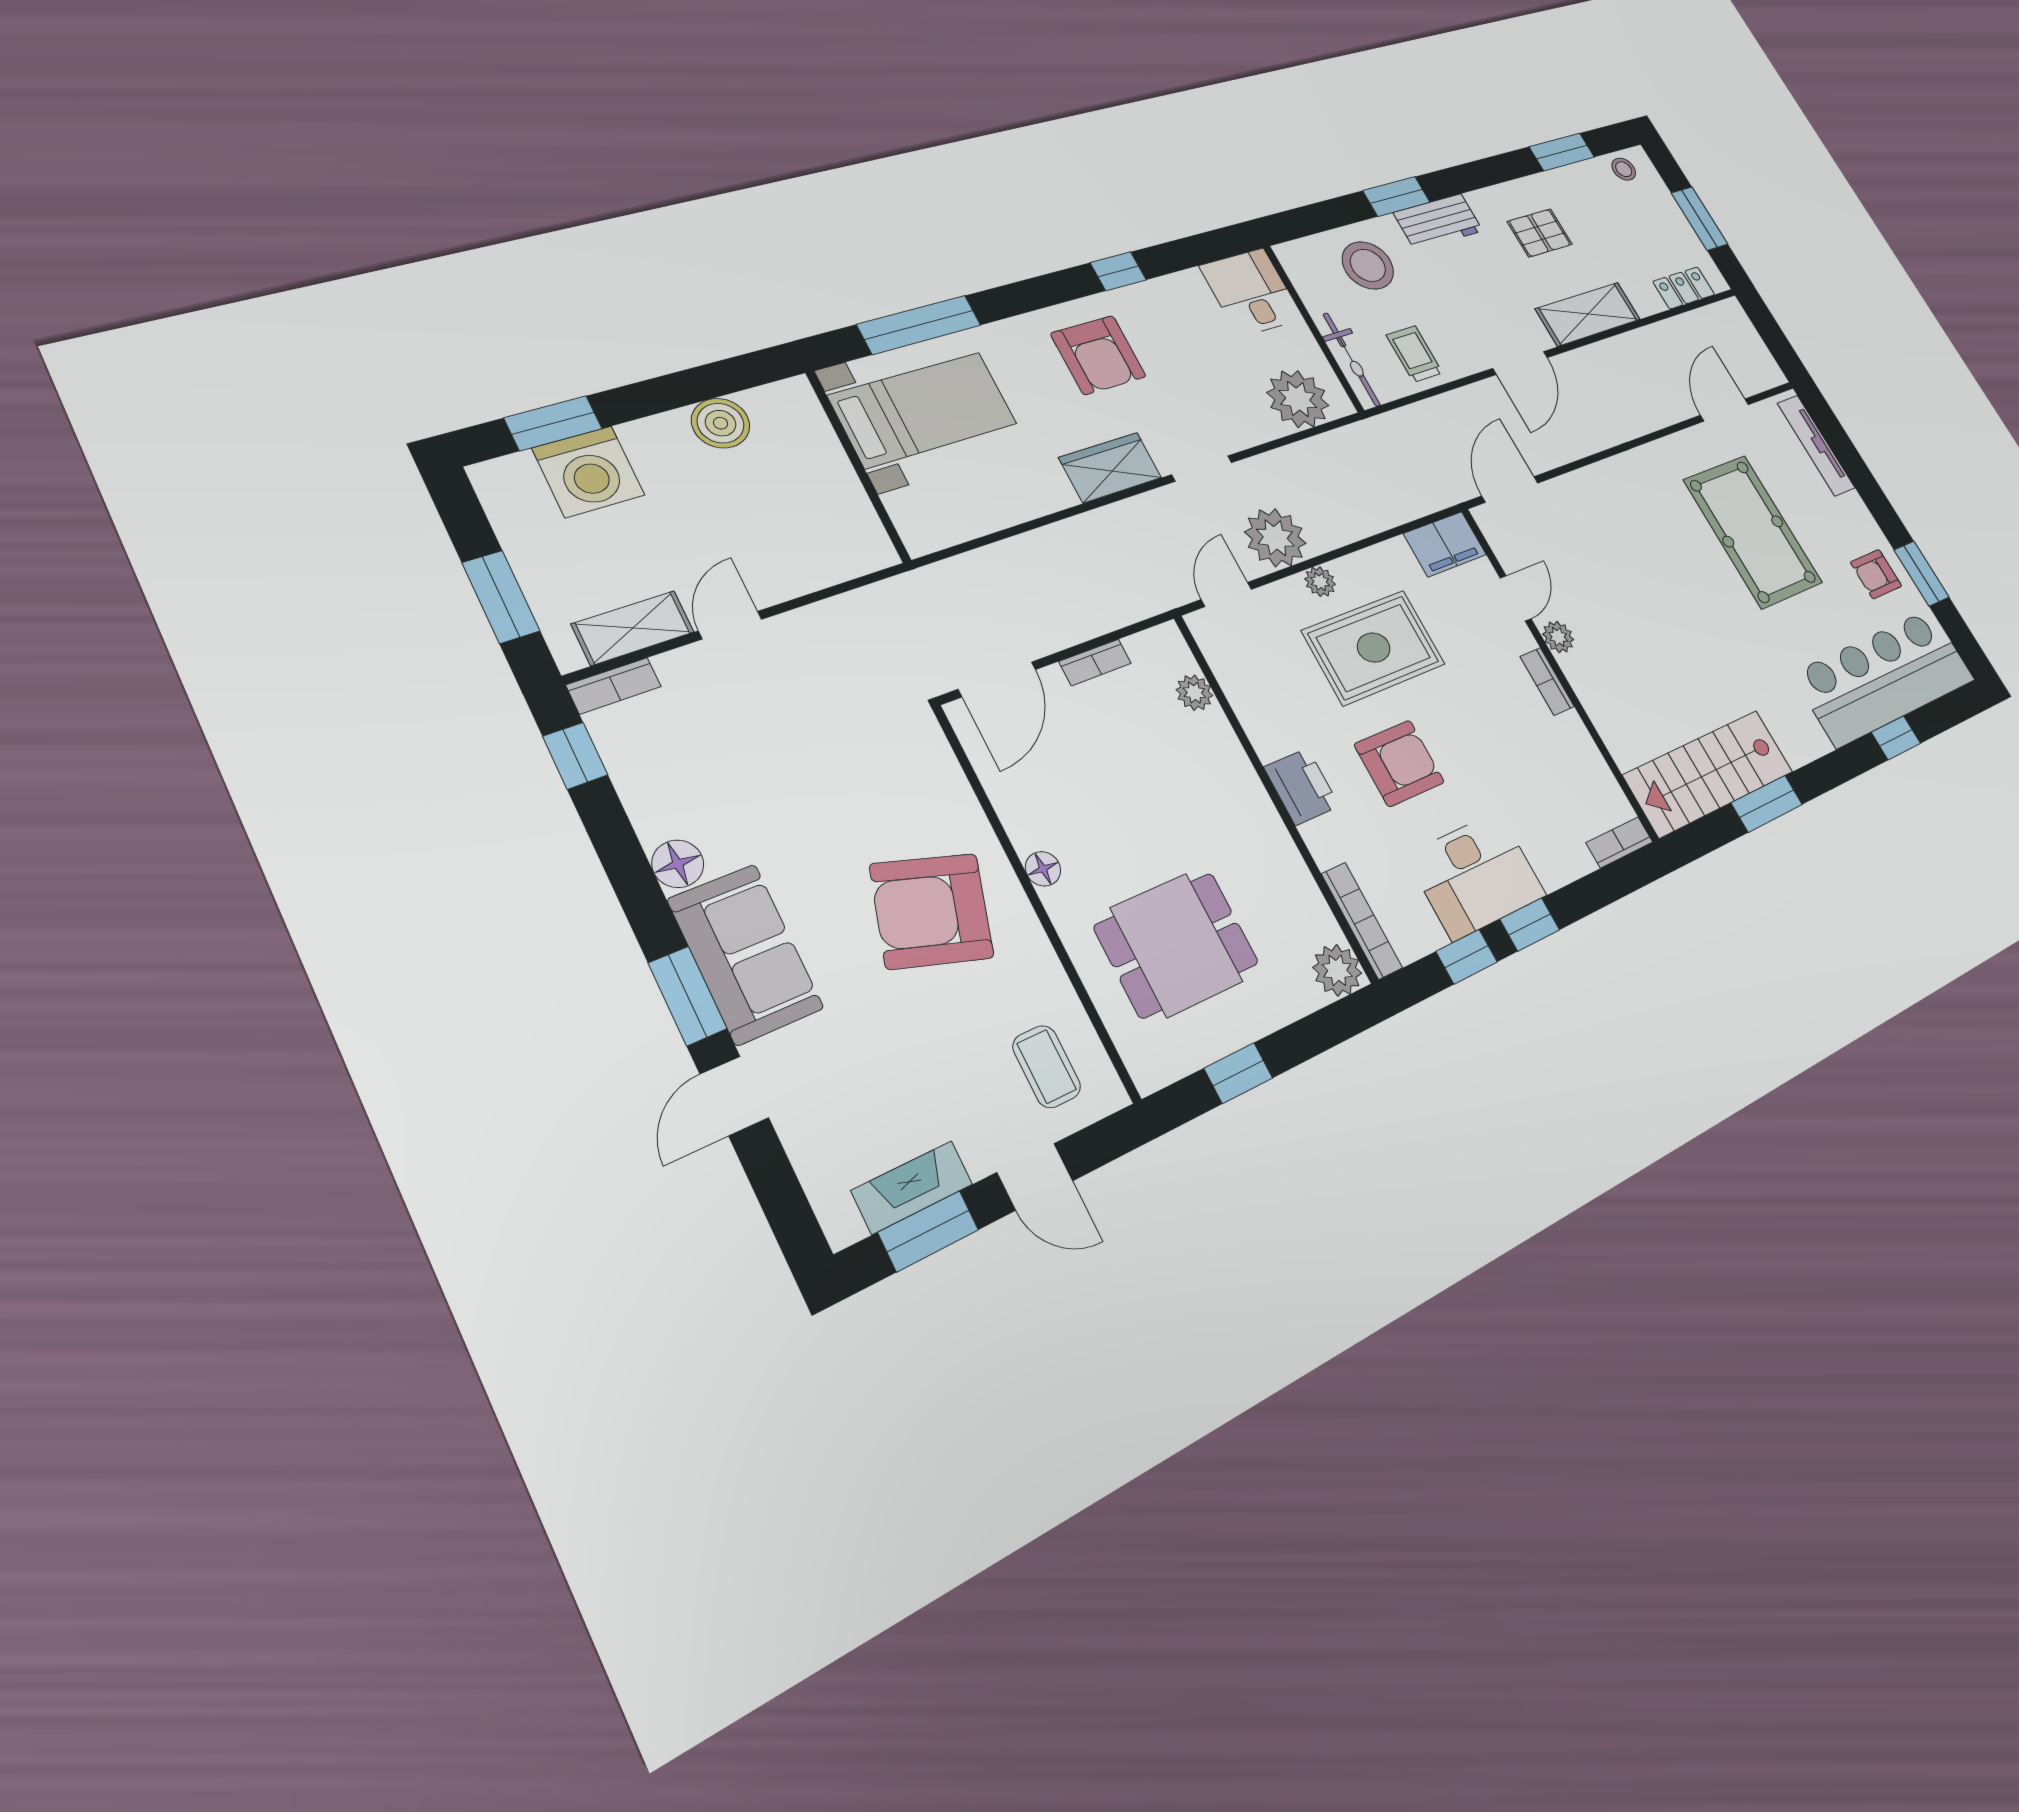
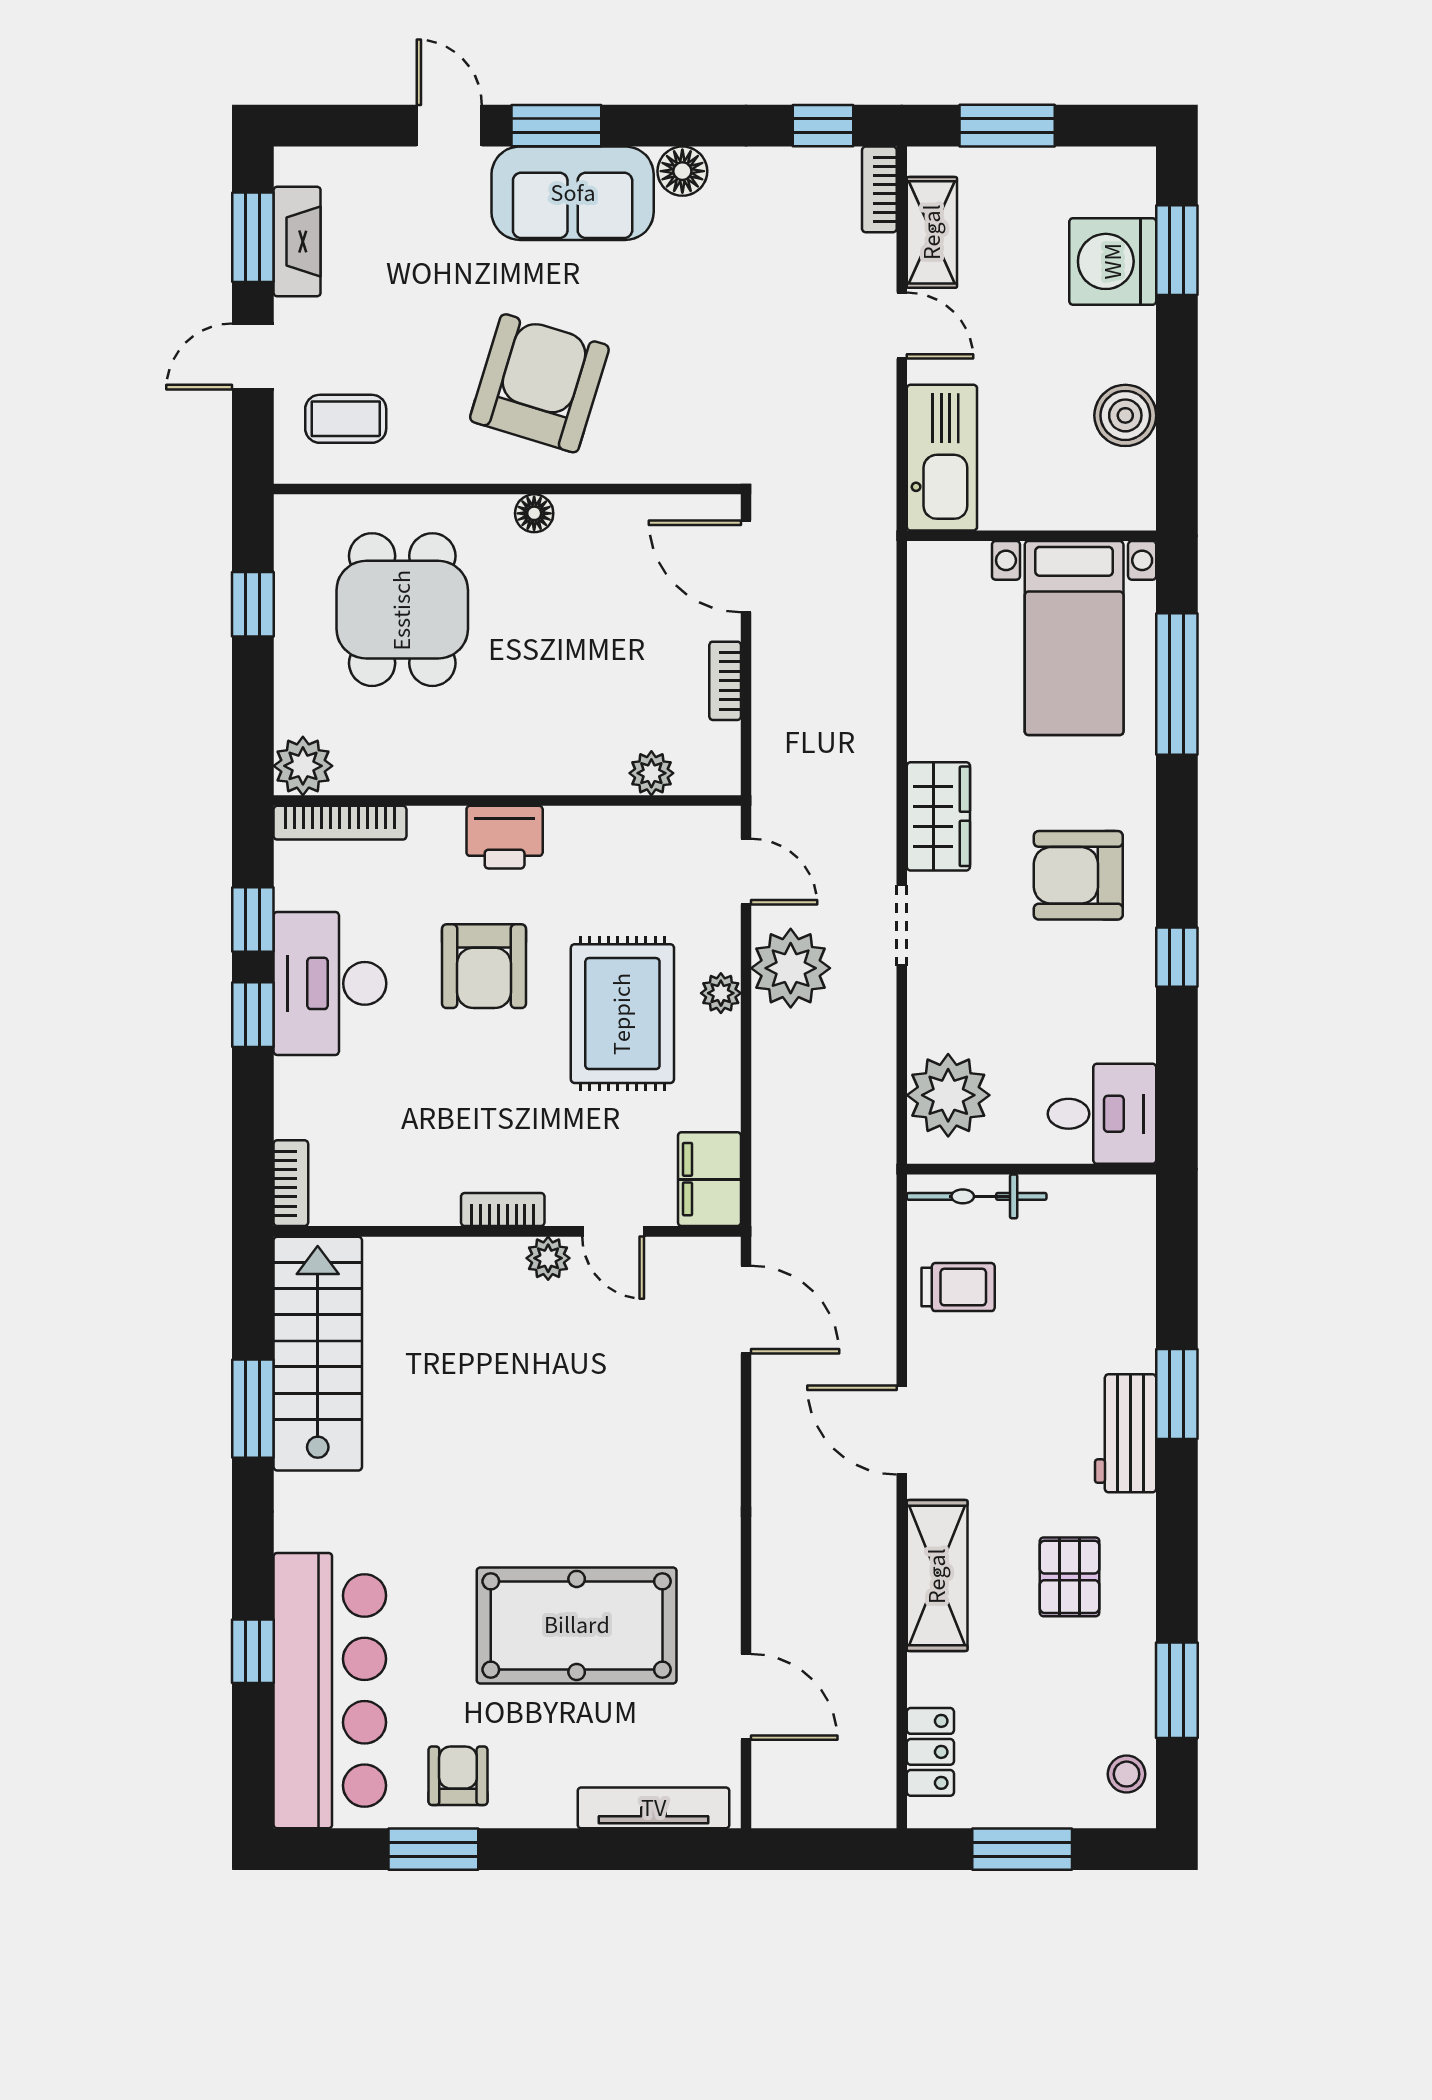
stool: (1368, 265) -> (1093, 1294), removed
kitchen sink: (828, 555) -> (942, 458), added

